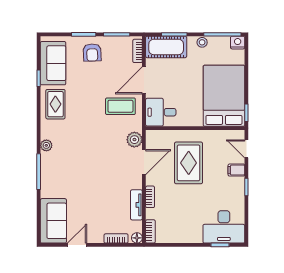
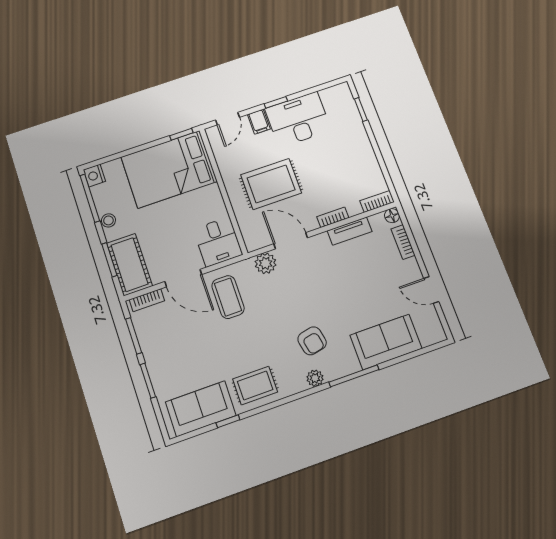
armchair: (92, 53) -> (312, 341), moved, turned 80
sofa: (53, 221) -> (386, 342), moved
desk: (224, 227) -> (298, 119), moved, turned -90

